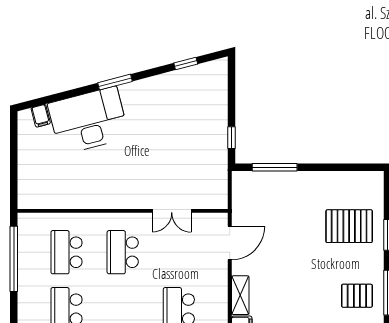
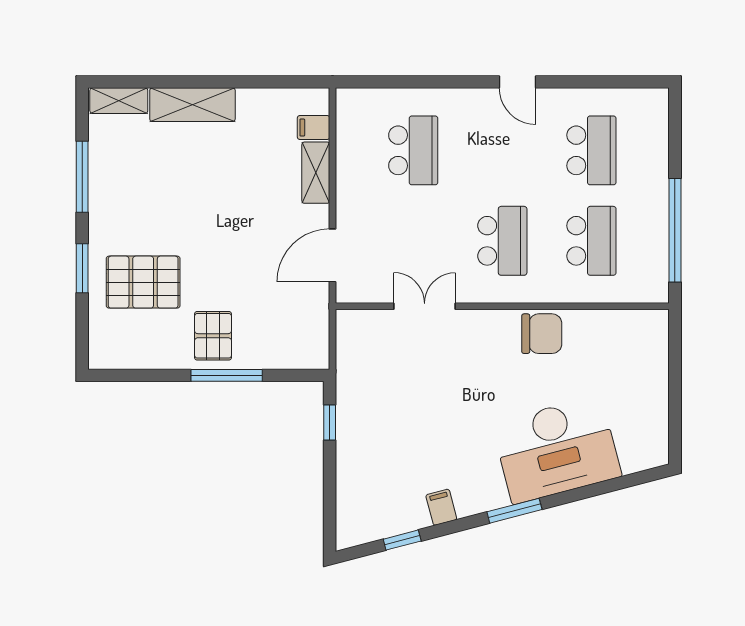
filing cabinet: (41, 116) -> (441, 507), moved
window: (275, 167) -> (227, 375), moved
chair: (98, 194) -> (542, 334), added
pallet: (357, 296) -> (213, 336), moved, turned 90

